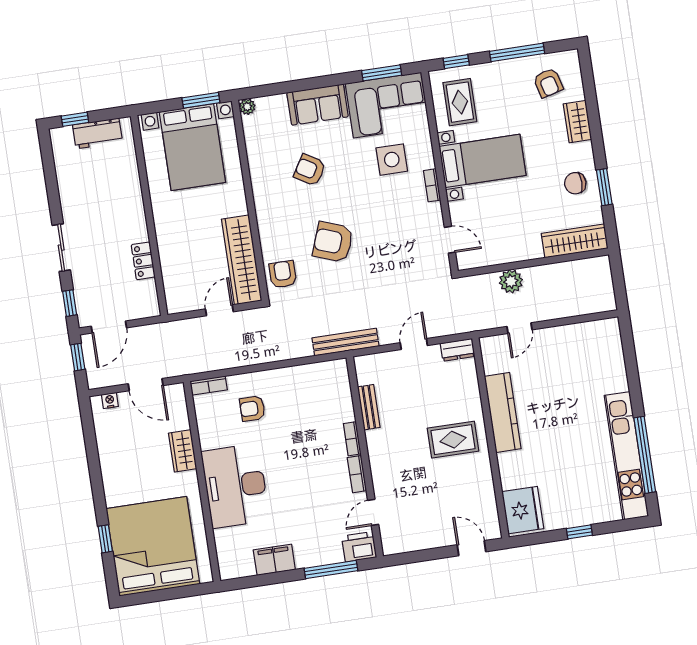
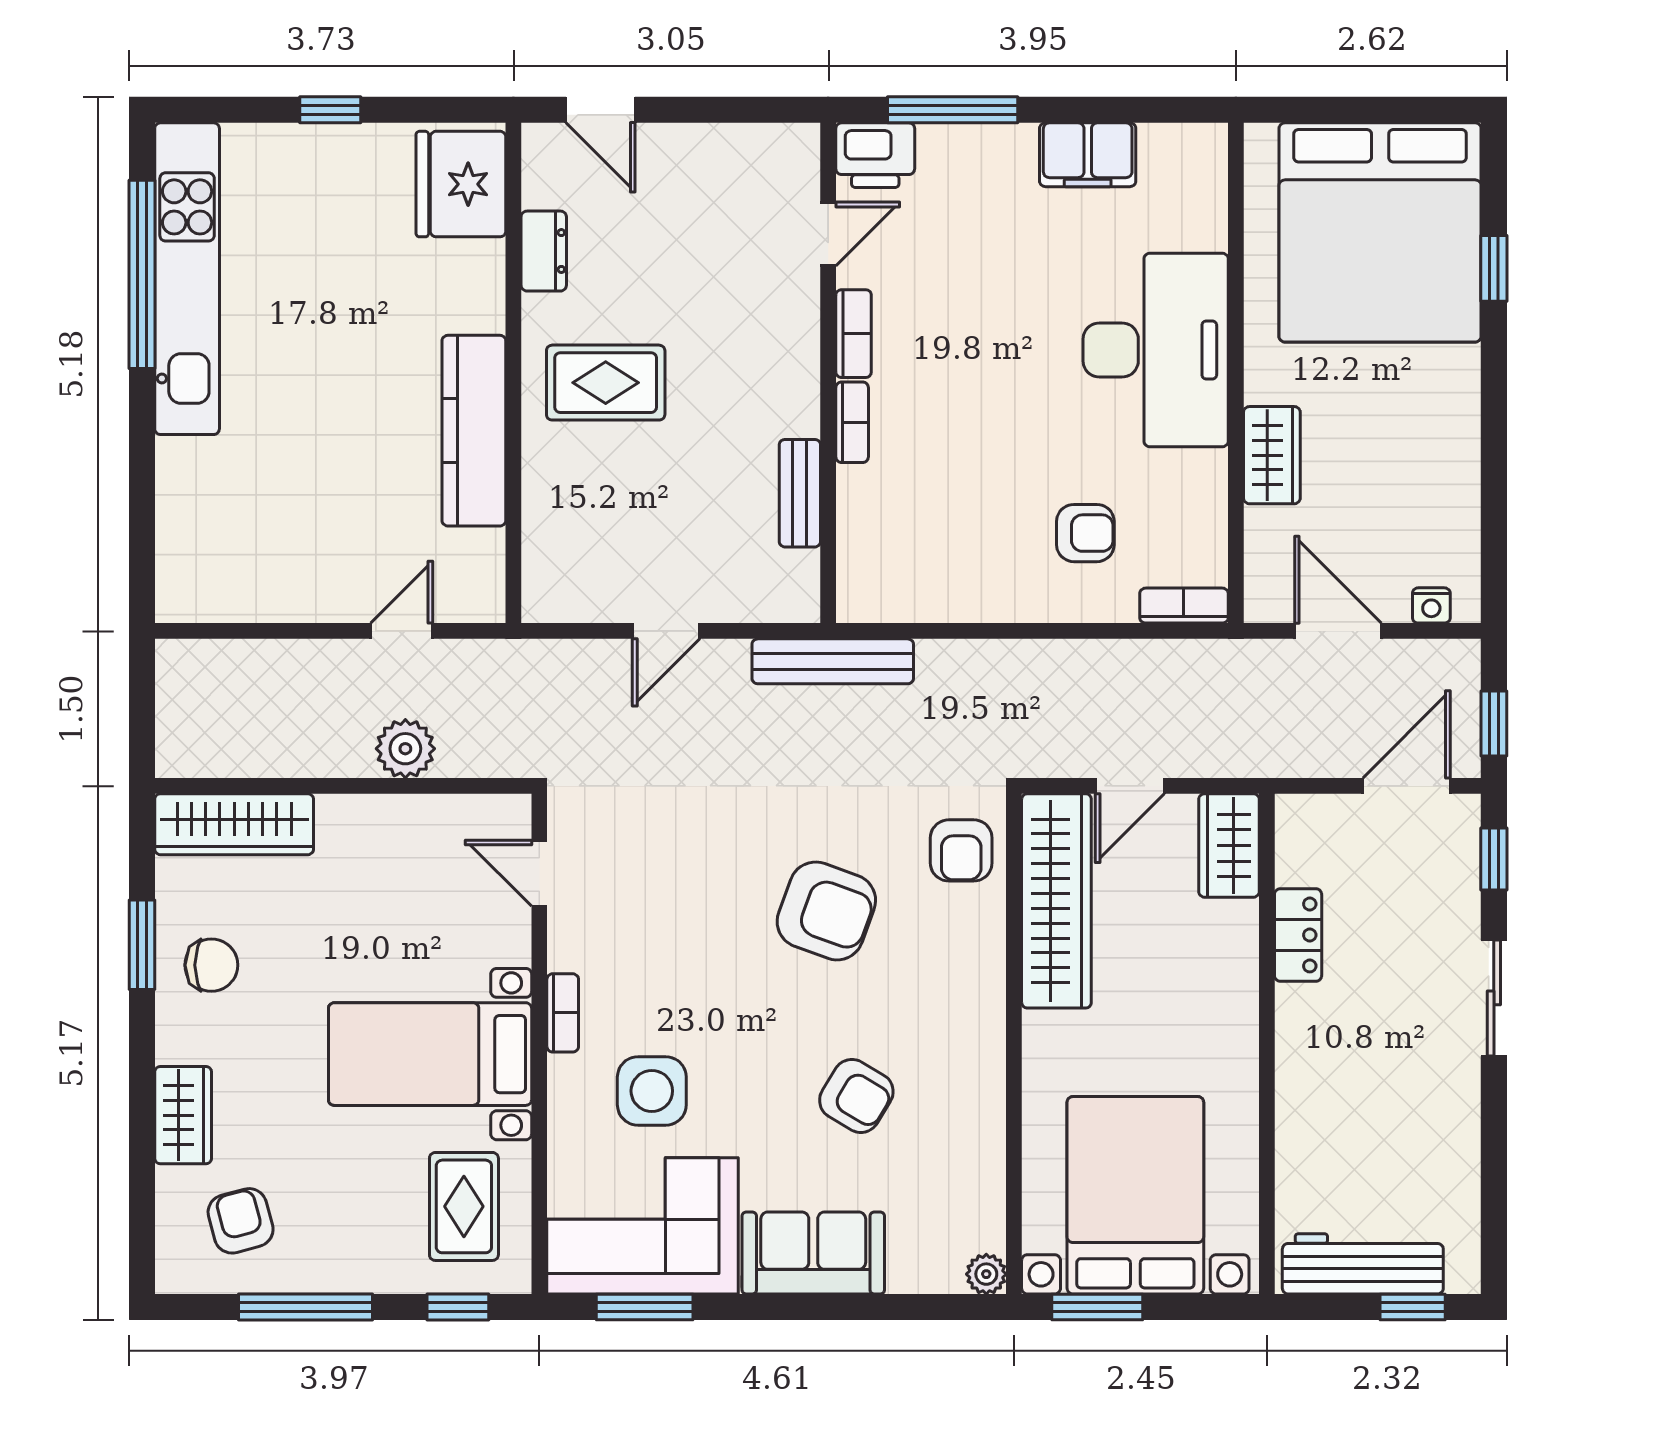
workbench: (97, 133) -> (1363, 1264), width x1.38
wardrobe: (176, 292) -> (1229, 845), added
dresser: (458, 350) -> (544, 251), moved, turned 90

